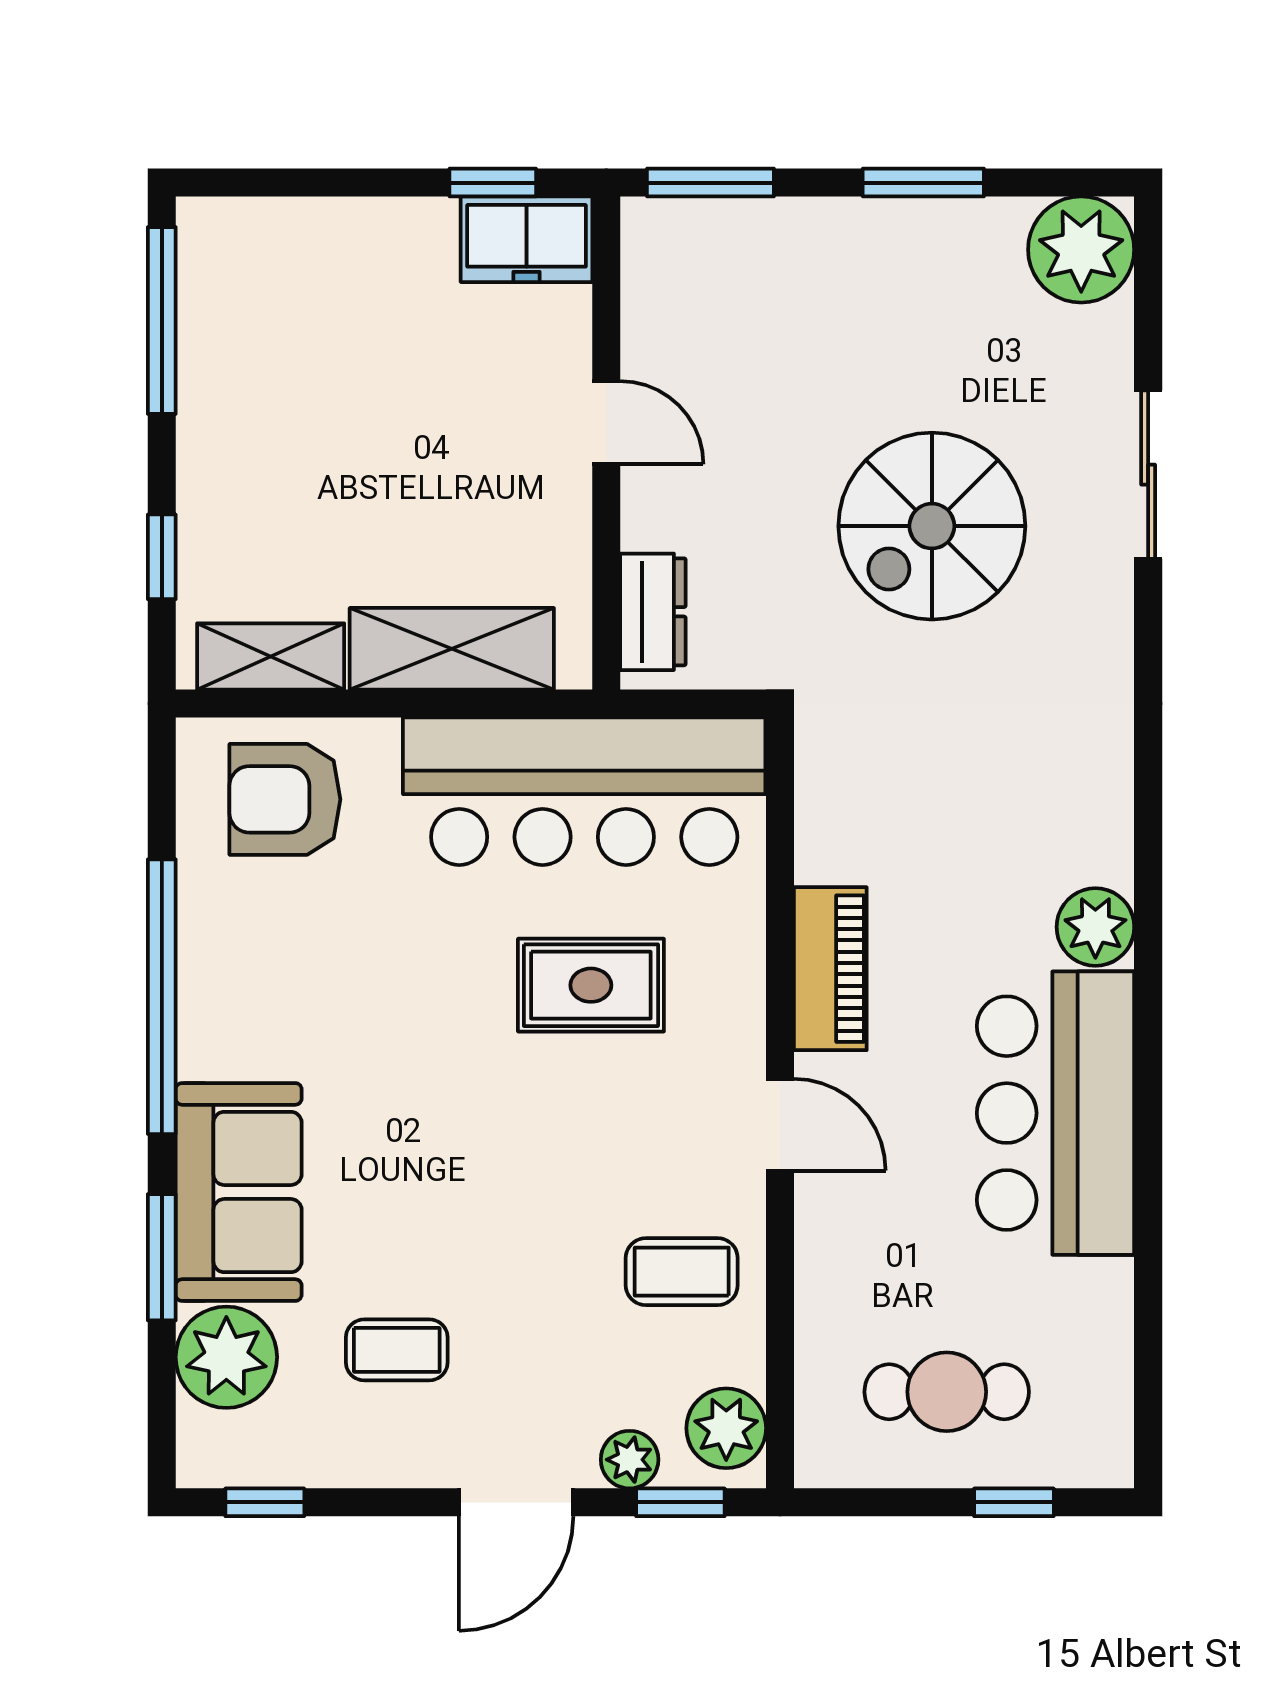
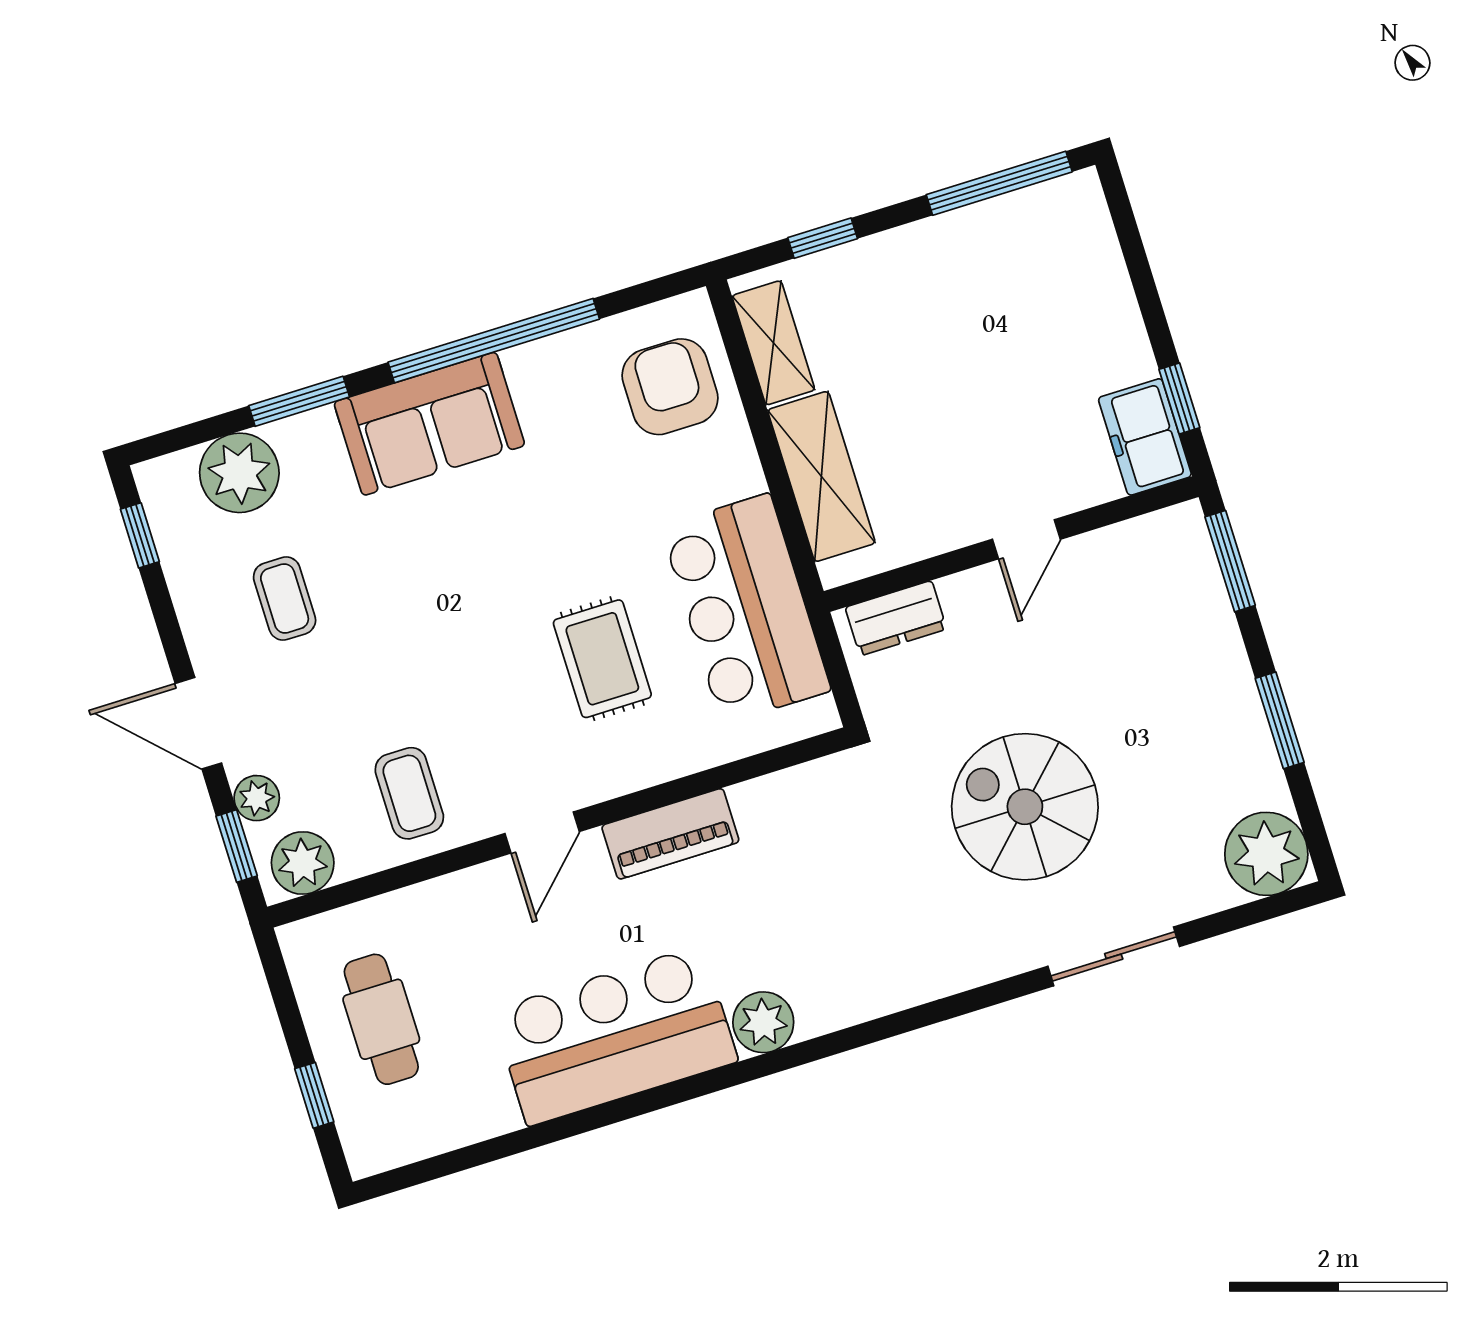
bar counter: (584, 791) -> (746, 609), width x0.73
sofa: (239, 1192) -> (429, 424), moved

